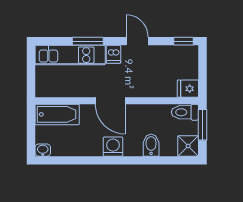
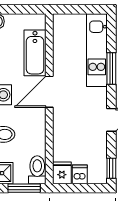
dishwasher: (113, 54) -> (80, 174), moved, turned 90
bathtub: (57, 114) -> (35, 53), moved

